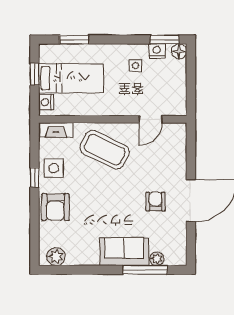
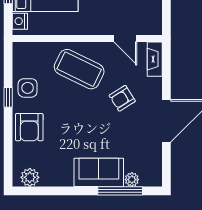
door: (150, 119) -> (125, 39), hinge flipped
fireplace: (56, 130) -> (155, 59), moved, turned 90
armchair: (155, 202) -> (122, 98), moved, turned -122

